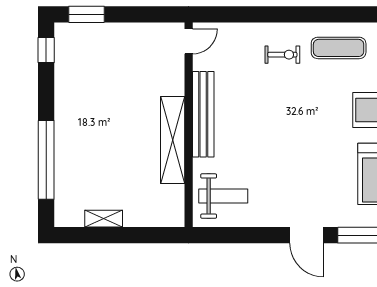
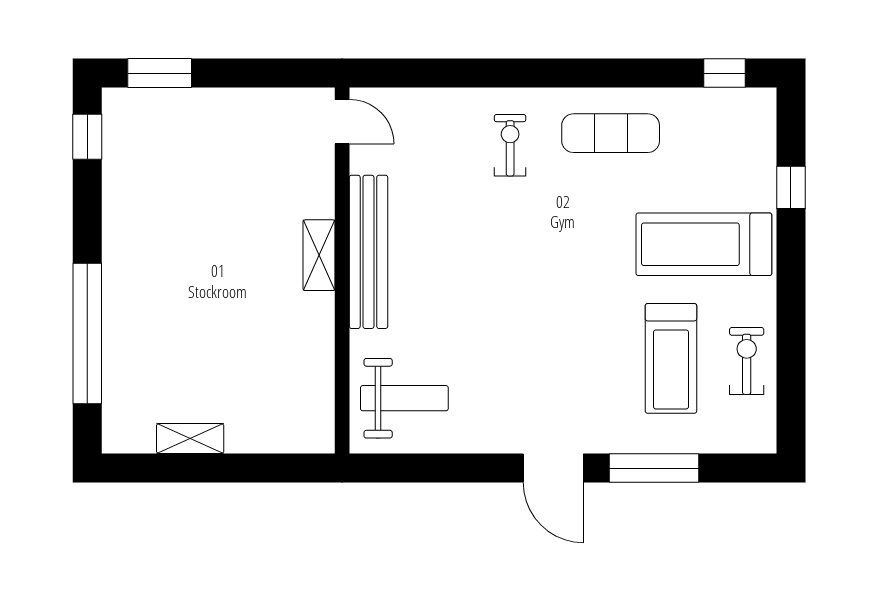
door: (189, 41) -> (342, 122), hinge flipped
exercise bike: (282, 55) -> (510, 145), turned -90
shelving: (173, 140) -> (319, 255), width x0.45, depth x0.75

